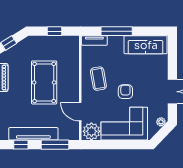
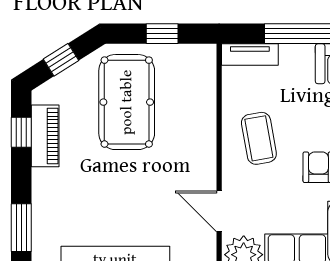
pool table: (44, 82) -> (127, 102), moved

